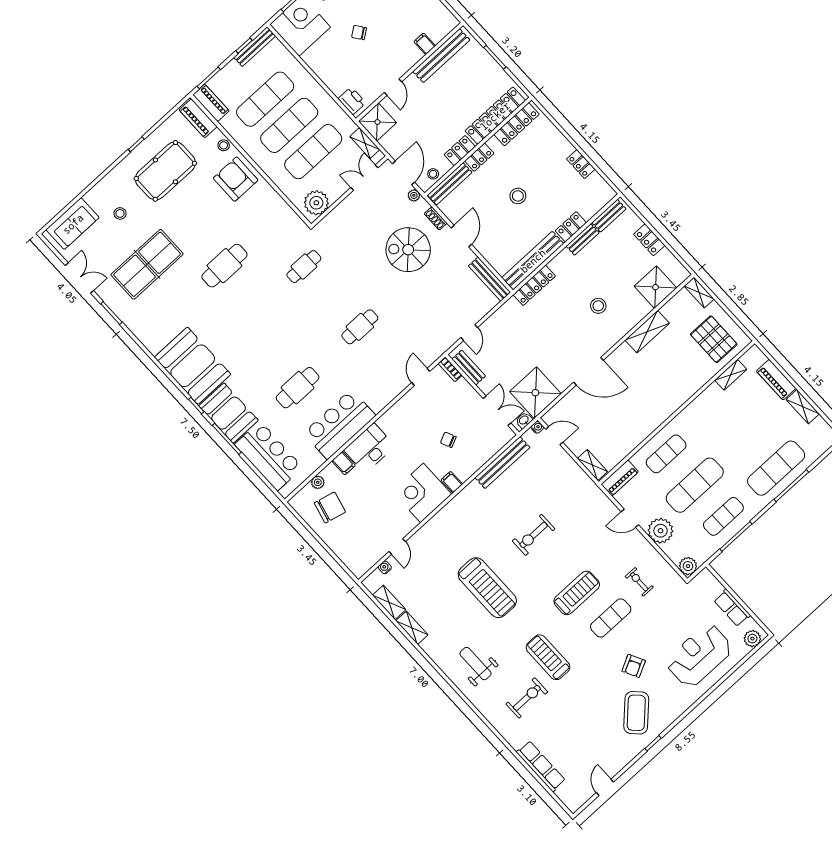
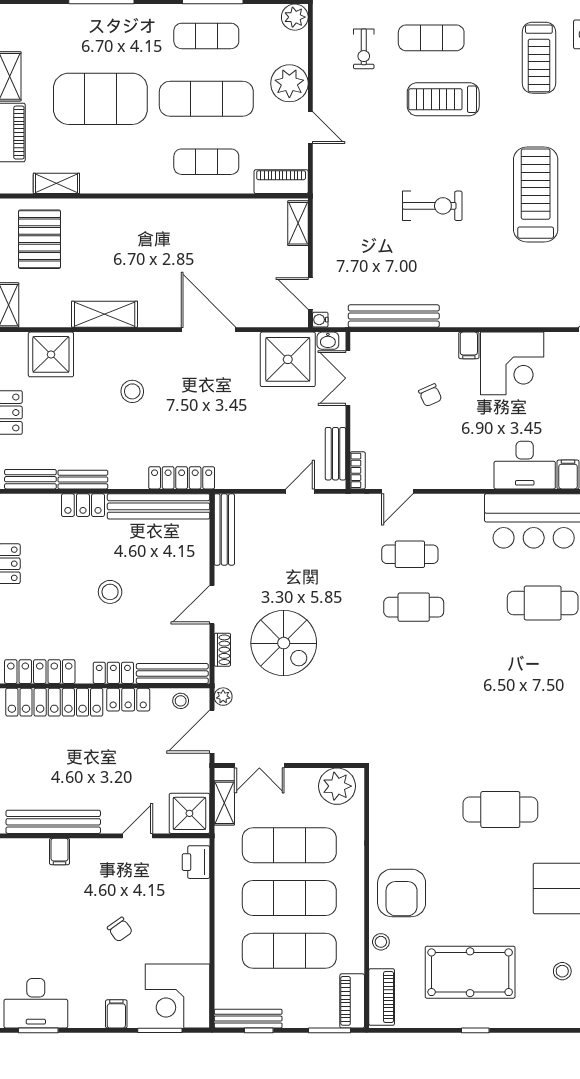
cafe table: (304, 267) -> (410, 554), moved
exercise mat: (776, 468) -> (100, 99), moved, width x1.47

